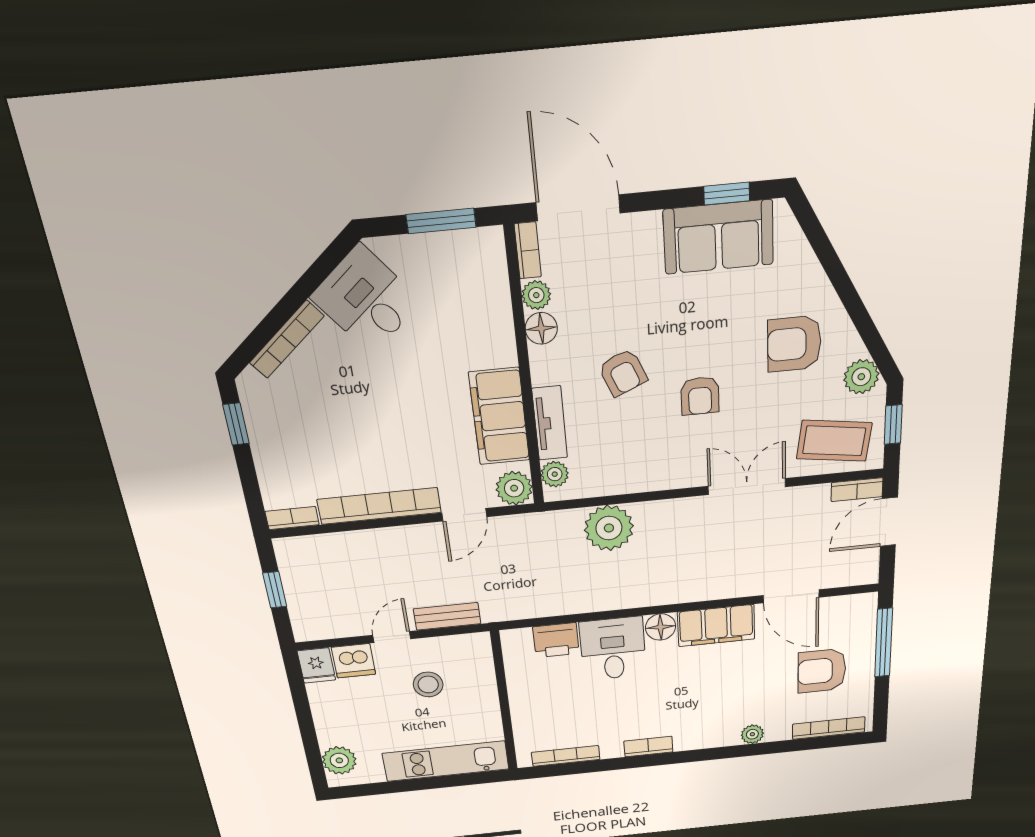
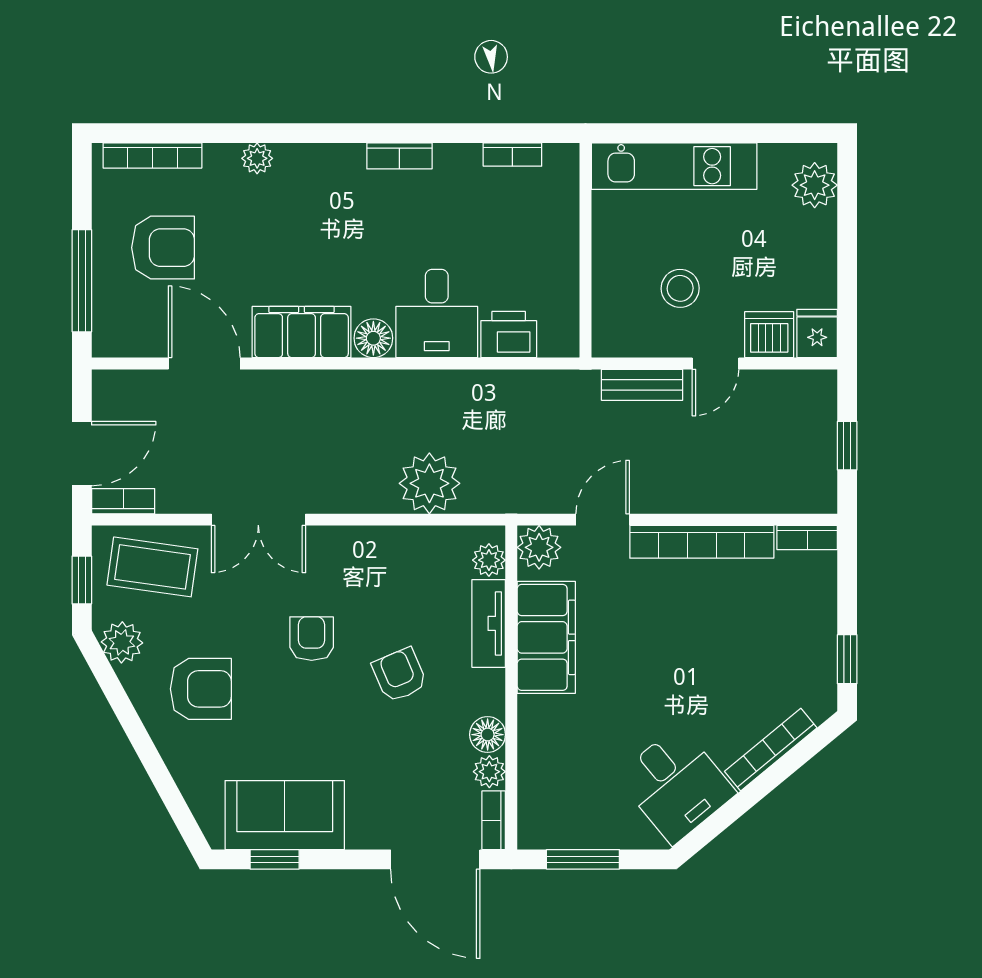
bookcase: (566, 756) -> (512, 154), width x0.64

